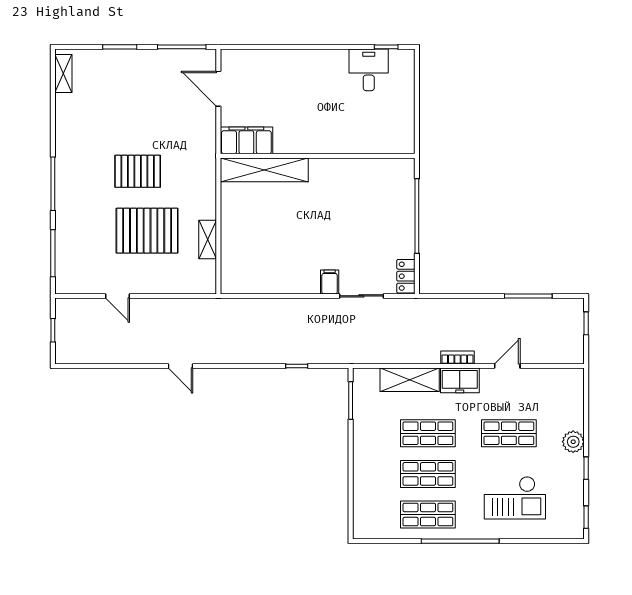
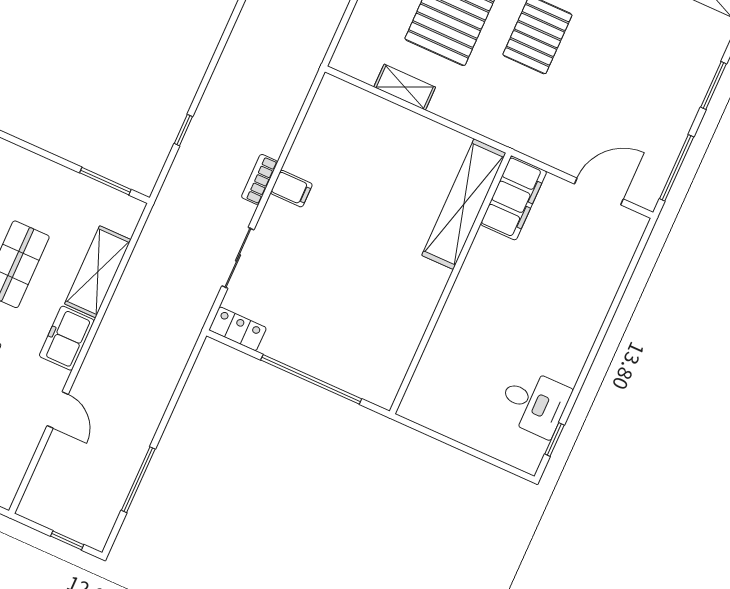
filing cabinet: (330, 282) -> (291, 189), moved
bookcase: (458, 357) -> (259, 179), moved, turned 180

